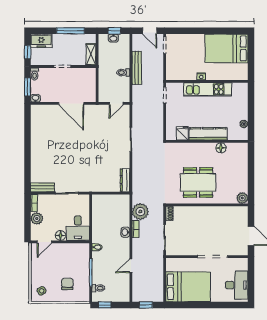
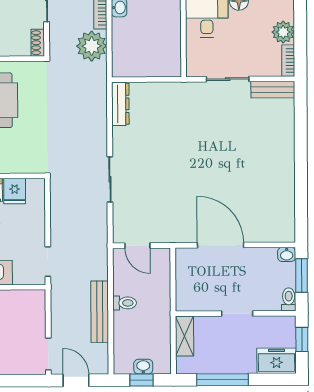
door: (116, 103) -> (137, 246), swing flipped

